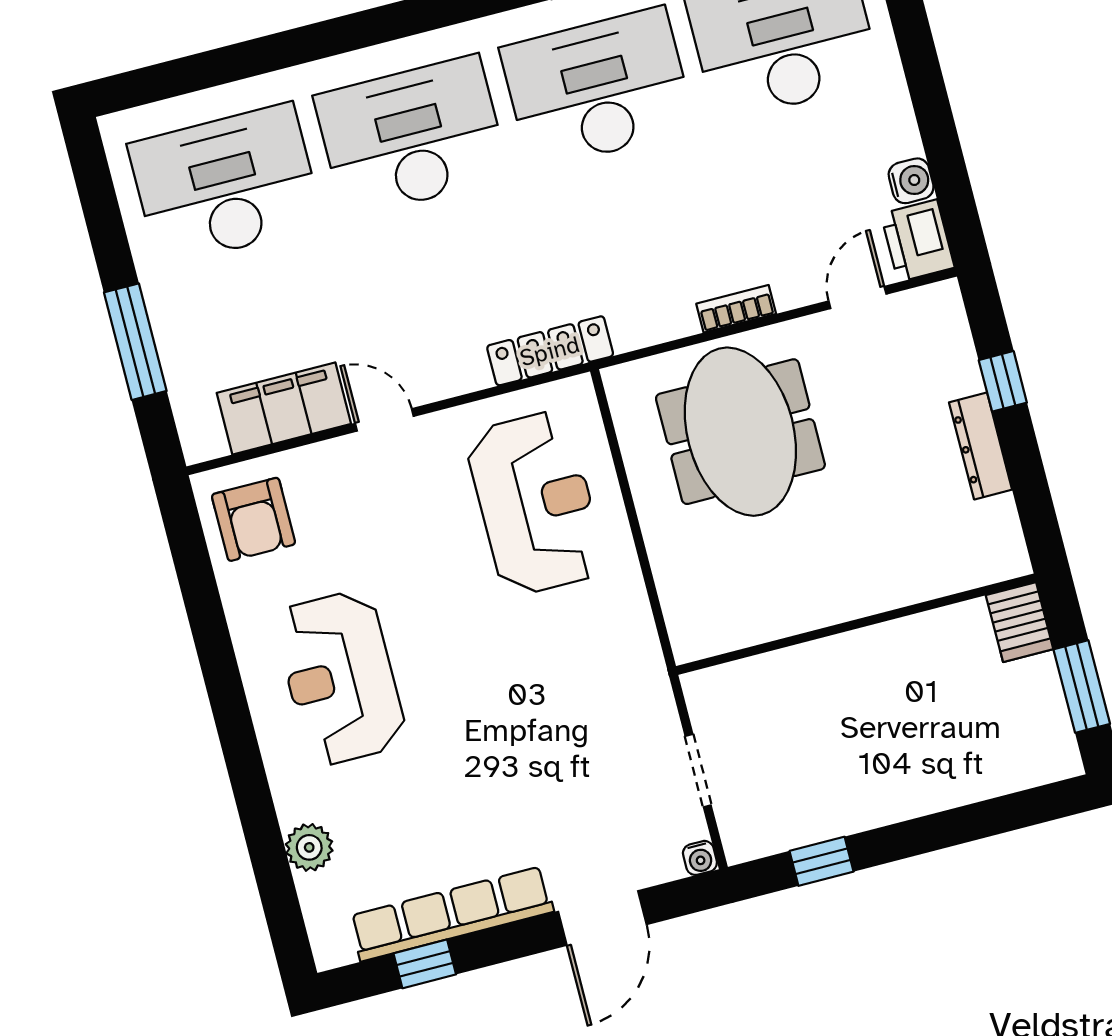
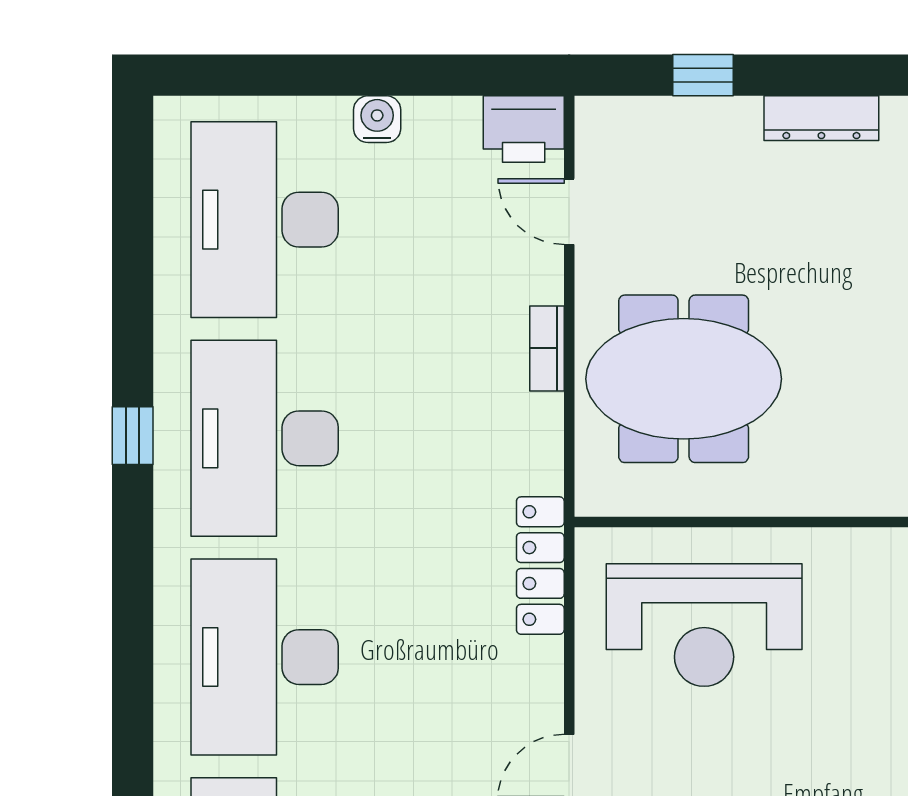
water cooler: (911, 181) -> (377, 119), moved
dresser: (981, 446) -> (821, 118), moved
reception desk: (536, 503) -> (704, 625), turned 180

